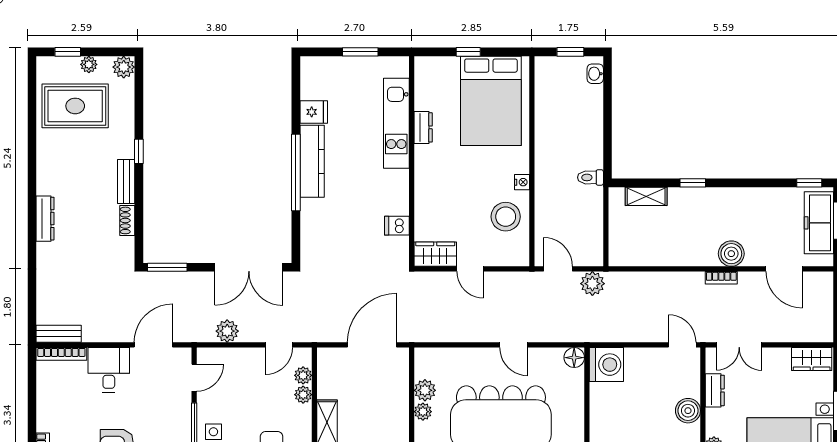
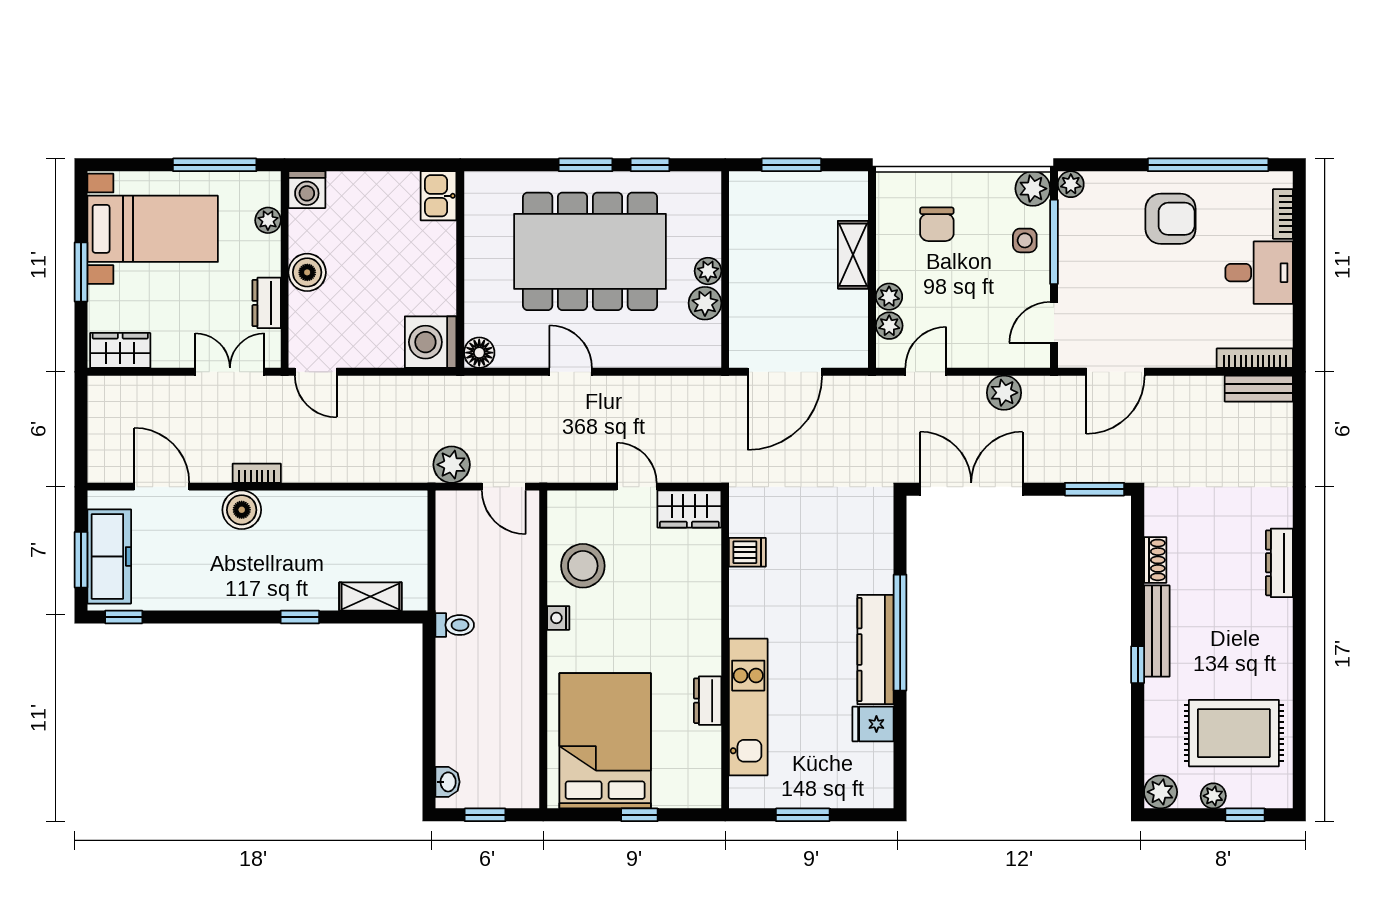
bench: (126, 181) -> (1157, 631), width x1.36
desk: (109, 370) -> (1259, 273), moved, turned -90

